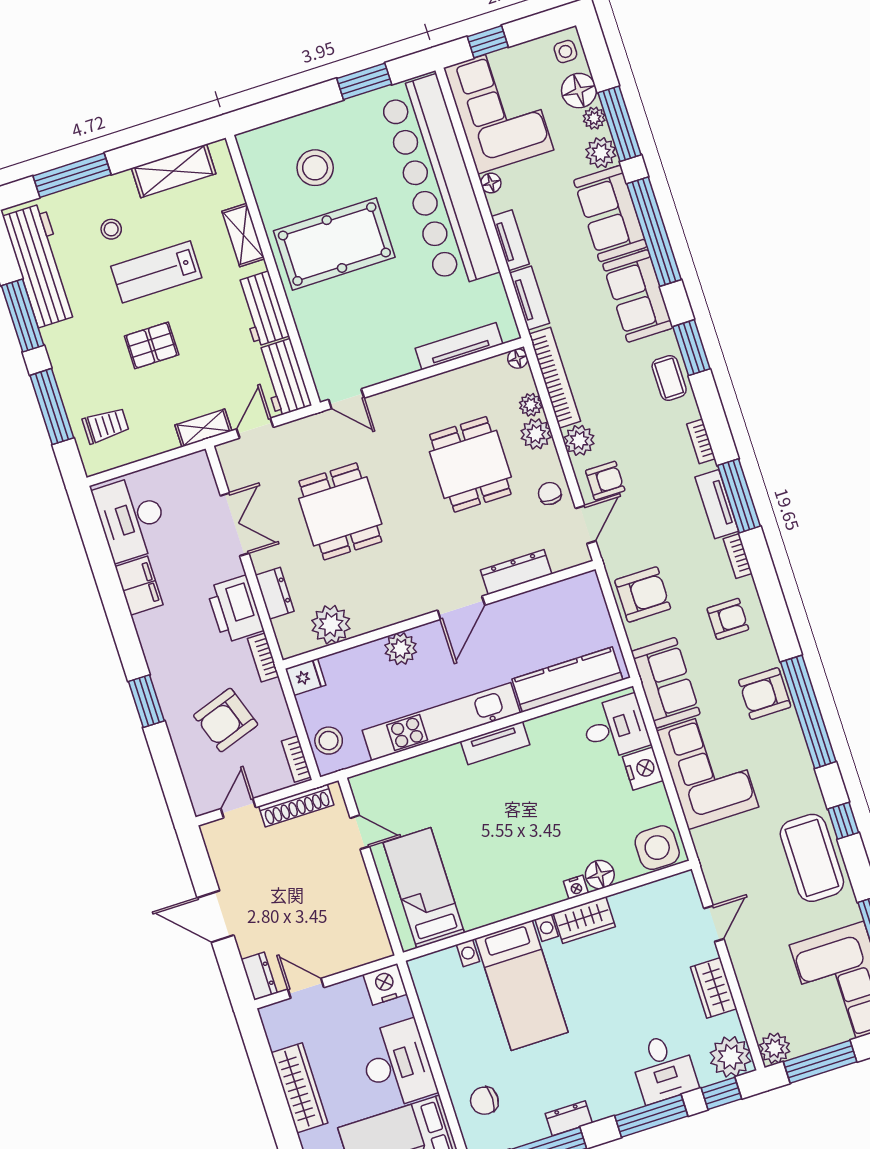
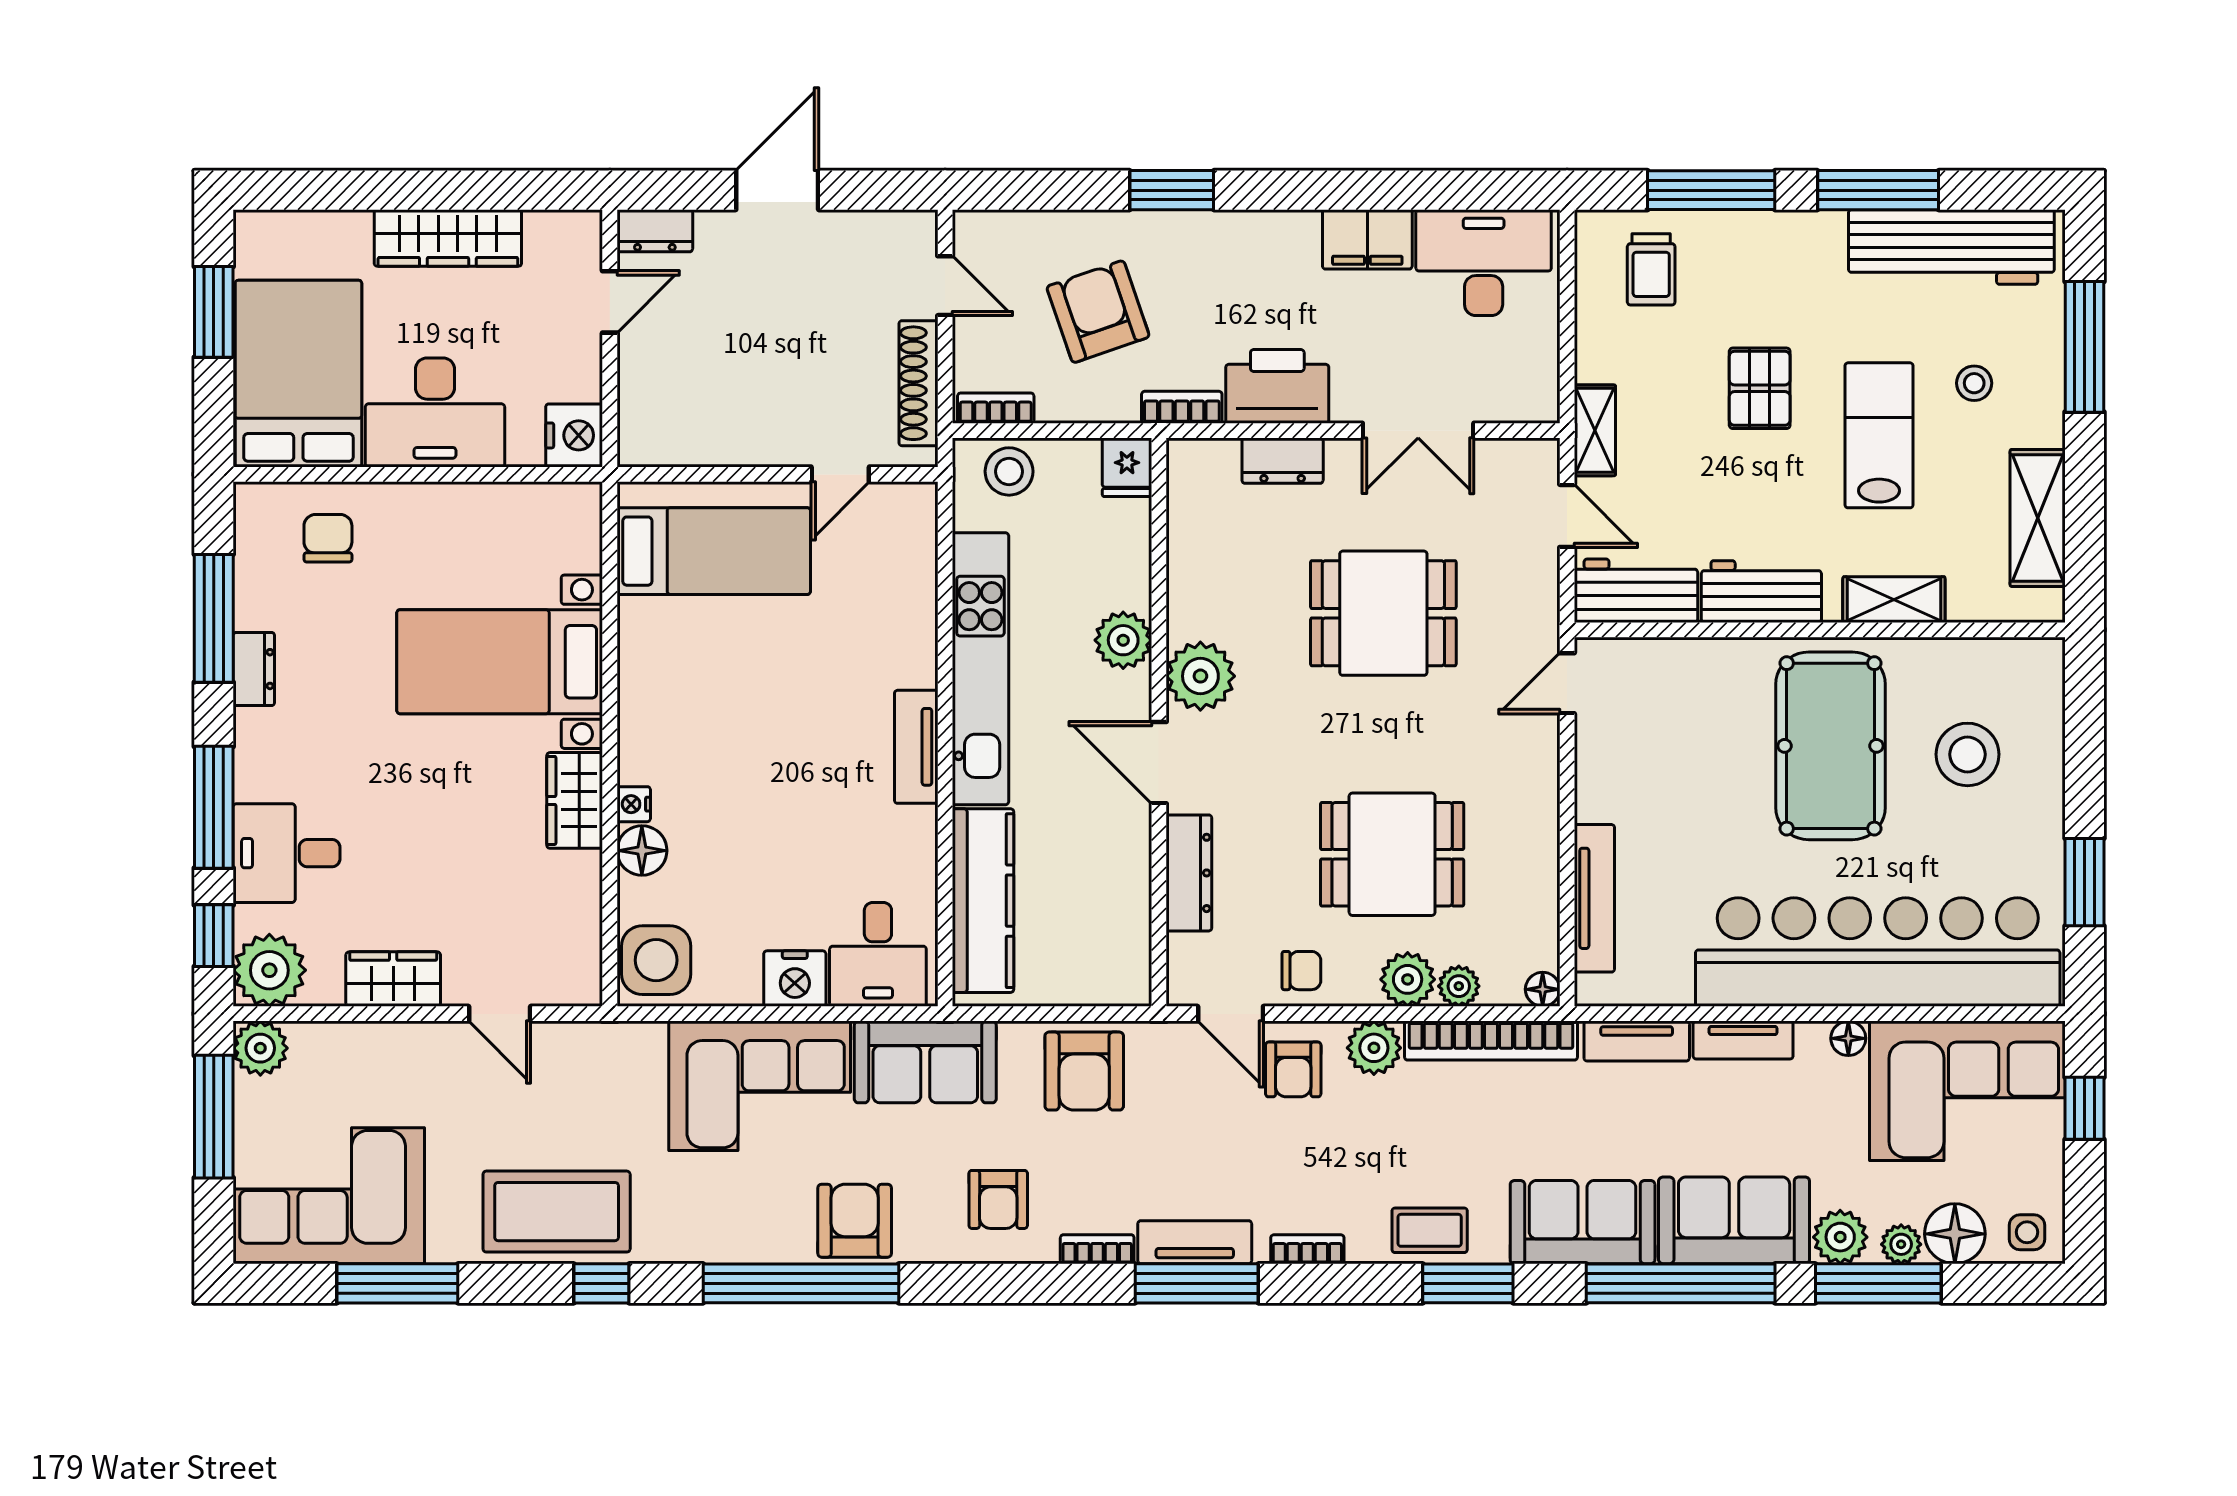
plant: (331, 625) -> (1200, 676), moved

